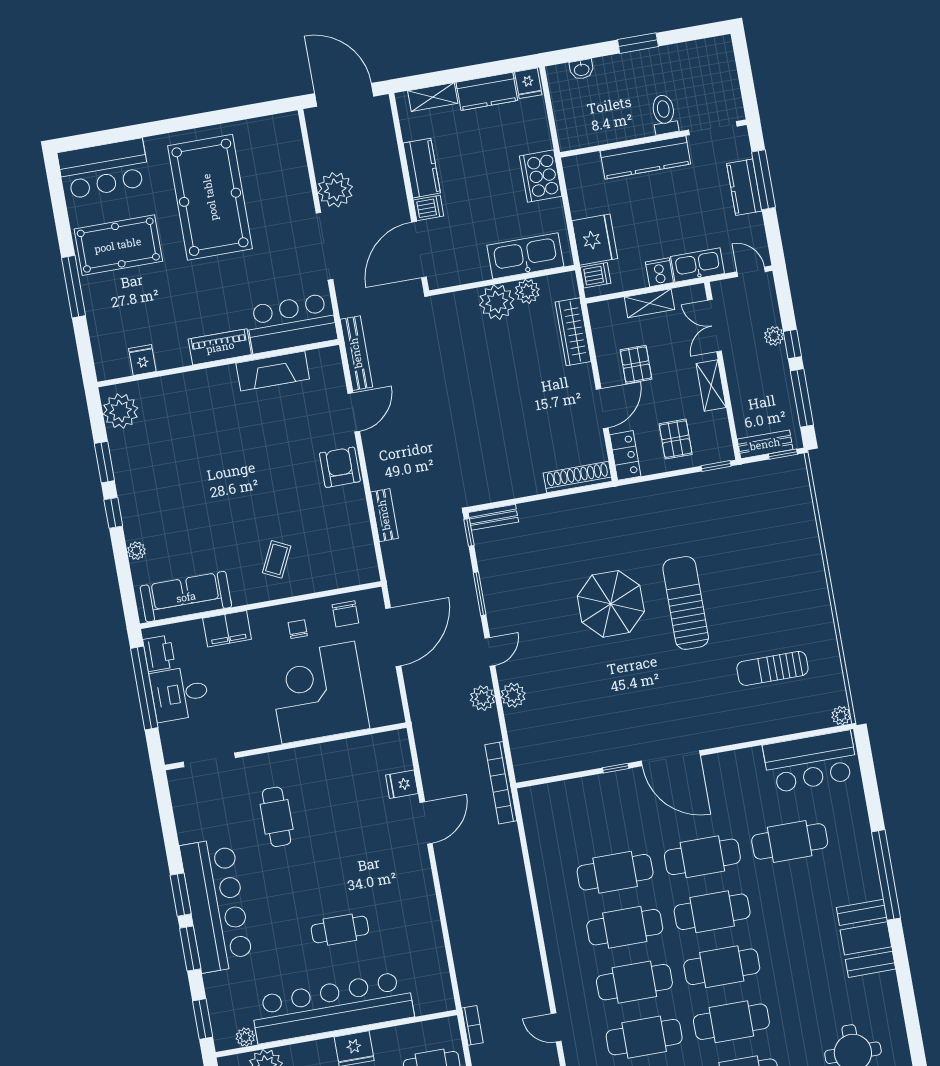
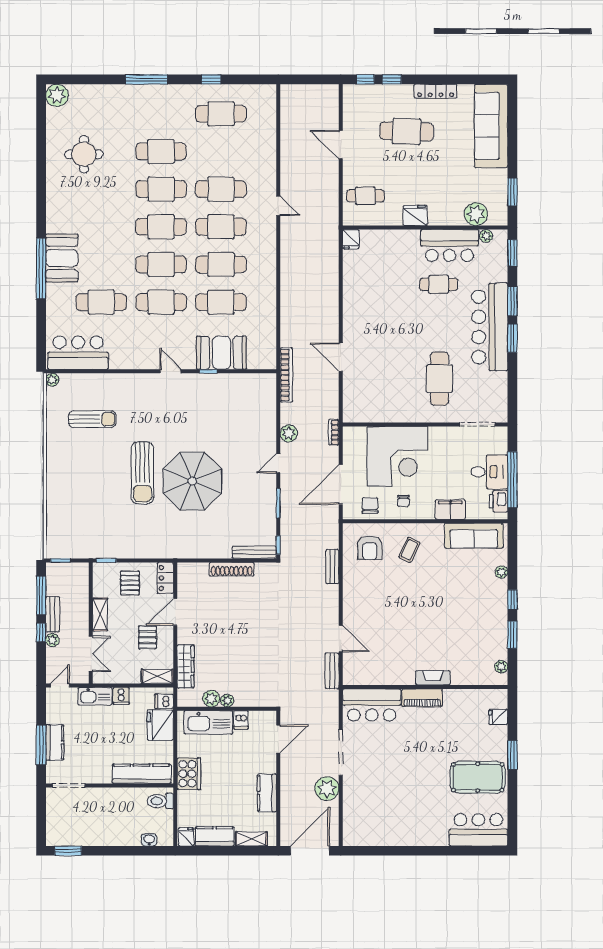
window: (638, 43) -> (68, 851), moved
door: (344, 95) -> (310, 851), swing flipped
toilet: (664, 114) -> (160, 801), moved, turned 90
kitchen counter: (645, 157) -> (142, 774), moved
pool table: (210, 197) -> (411, 798), removed
dishwasher: (428, 208) -> (241, 720), moved, turned -90
door: (419, 250) -> (278, 739), width x0.73
door: (751, 272) -> (60, 685), swing flipped
window: (73, 287) -> (512, 755), width x0.69
plant: (497, 302) -> (227, 701), width x0.53, depth x0.53
shelving: (649, 303) -> (157, 676), moved
bench: (356, 353) -> (332, 671), width x0.73
fridge: (142, 360) -> (498, 717), moved, turned 90
fireplace: (273, 371) -> (433, 678), moved, width x0.73, depth x0.76
plant: (120, 411) -> (501, 667), width x0.53, depth x0.53
door: (354, 412) -> (341, 639), swing flipped
bench: (765, 444) -> (53, 614), moved, turned 90
armchair: (340, 467) -> (370, 548), moved
shoe rack: (578, 477) -> (232, 569), moved
bench: (493, 517) -> (254, 552), width x1.36
parasol: (611, 604) -> (192, 481), width x1.36, depth x1.36
plant: (513, 695) -> (268, 432), removed
door: (671, 758) -> (171, 371), width x0.53
fridge: (402, 784) -> (351, 239), moved, turned 90
booth: (601, 799) -> (221, 353), added
cafe table: (277, 817) -> (439, 379), width x1.37, depth x1.35
door: (426, 823) -> (341, 357), hinge flipped
cafe table: (340, 930) -> (439, 284), moved
booth: (866, 938) -> (62, 258), moved
bar counter: (332, 1007) -> (450, 245), width x0.54
bookcase: (472, 1025) -> (334, 432), moved

